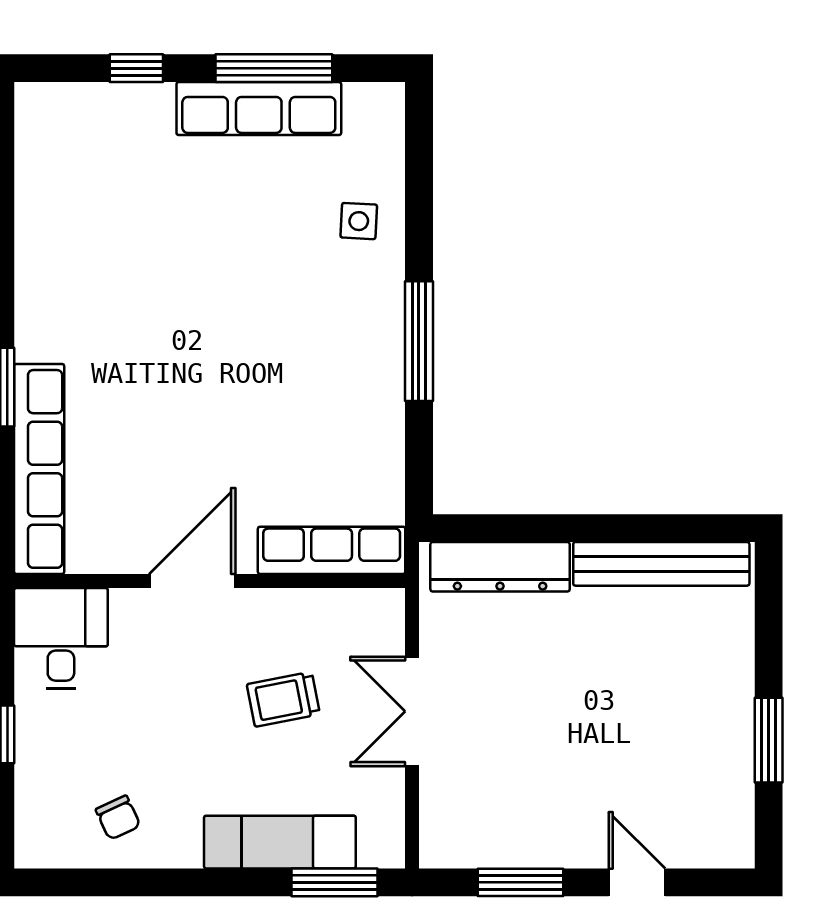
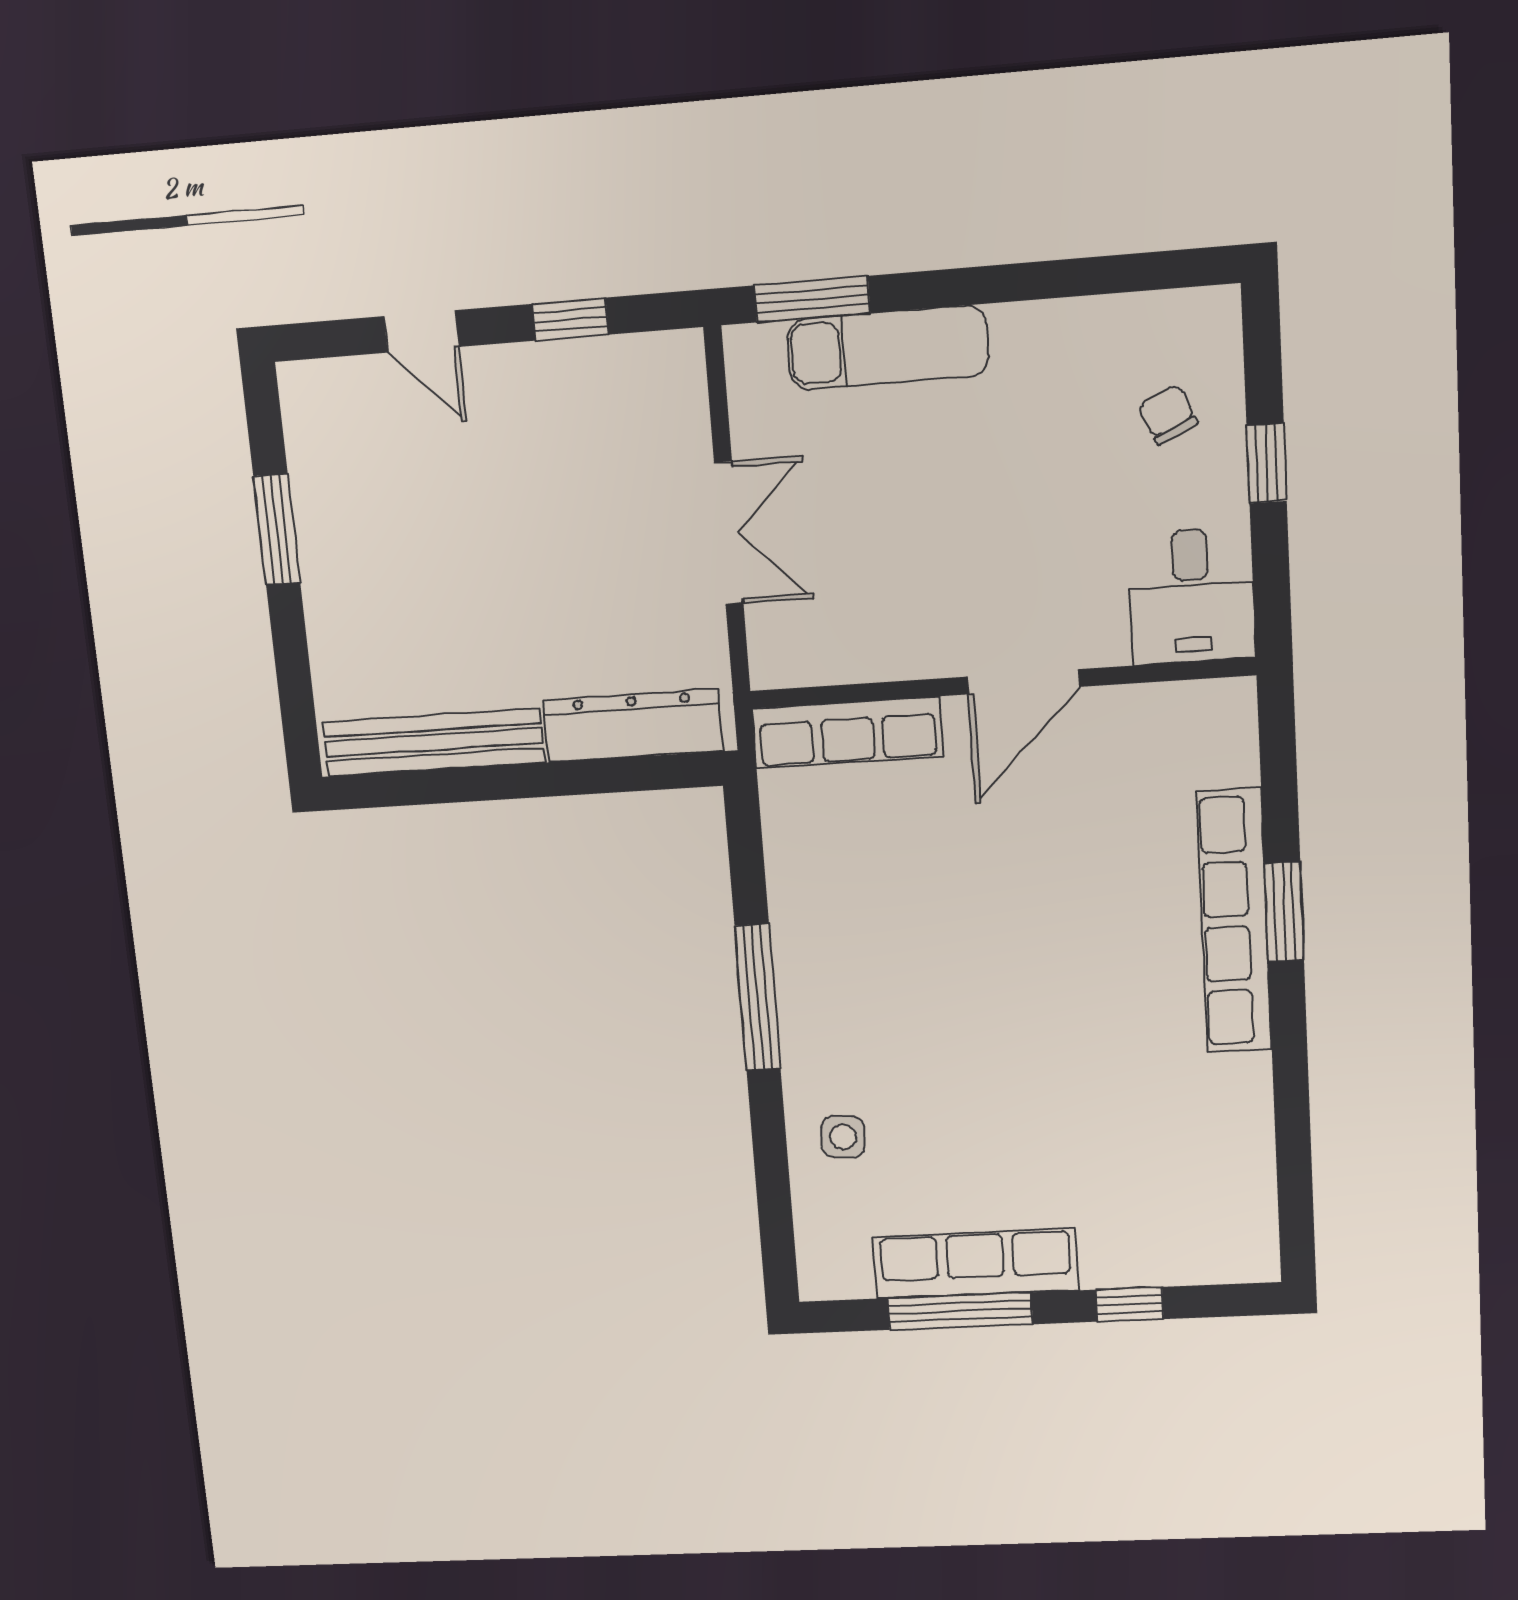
row of seats: (39, 469) -> (1234, 921), moved
trolley: (283, 699) -> (896, 537), removed
chair: (118, 818) -> (1168, 415), moved
window: (521, 882) -> (570, 319), width x0.67

